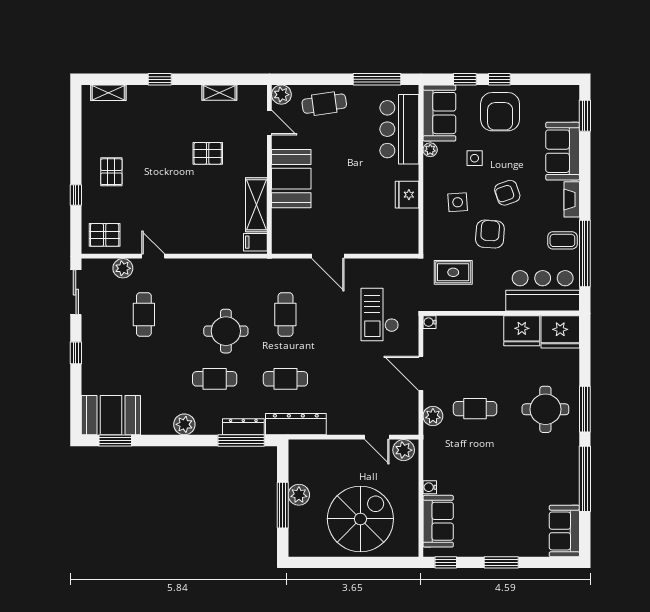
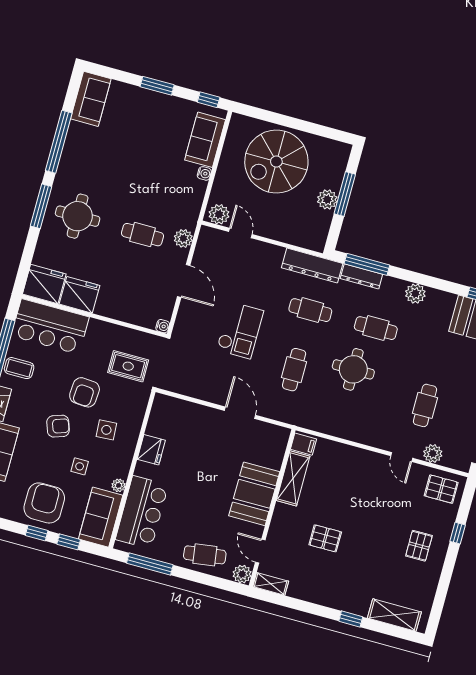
shelving: (108, 93) -> (394, 615), width x1.50, depth x1.33
shelving: (219, 93) -> (271, 584), moved
checkout: (380, 315) -> (240, 330), moved

